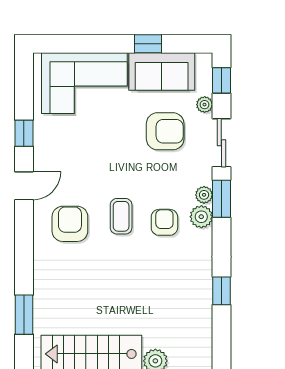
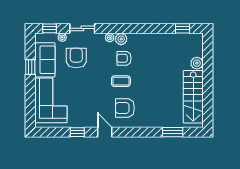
window: (221, 199) -> (112, 28), removed
window: (221, 291) -> (182, 28), moved

